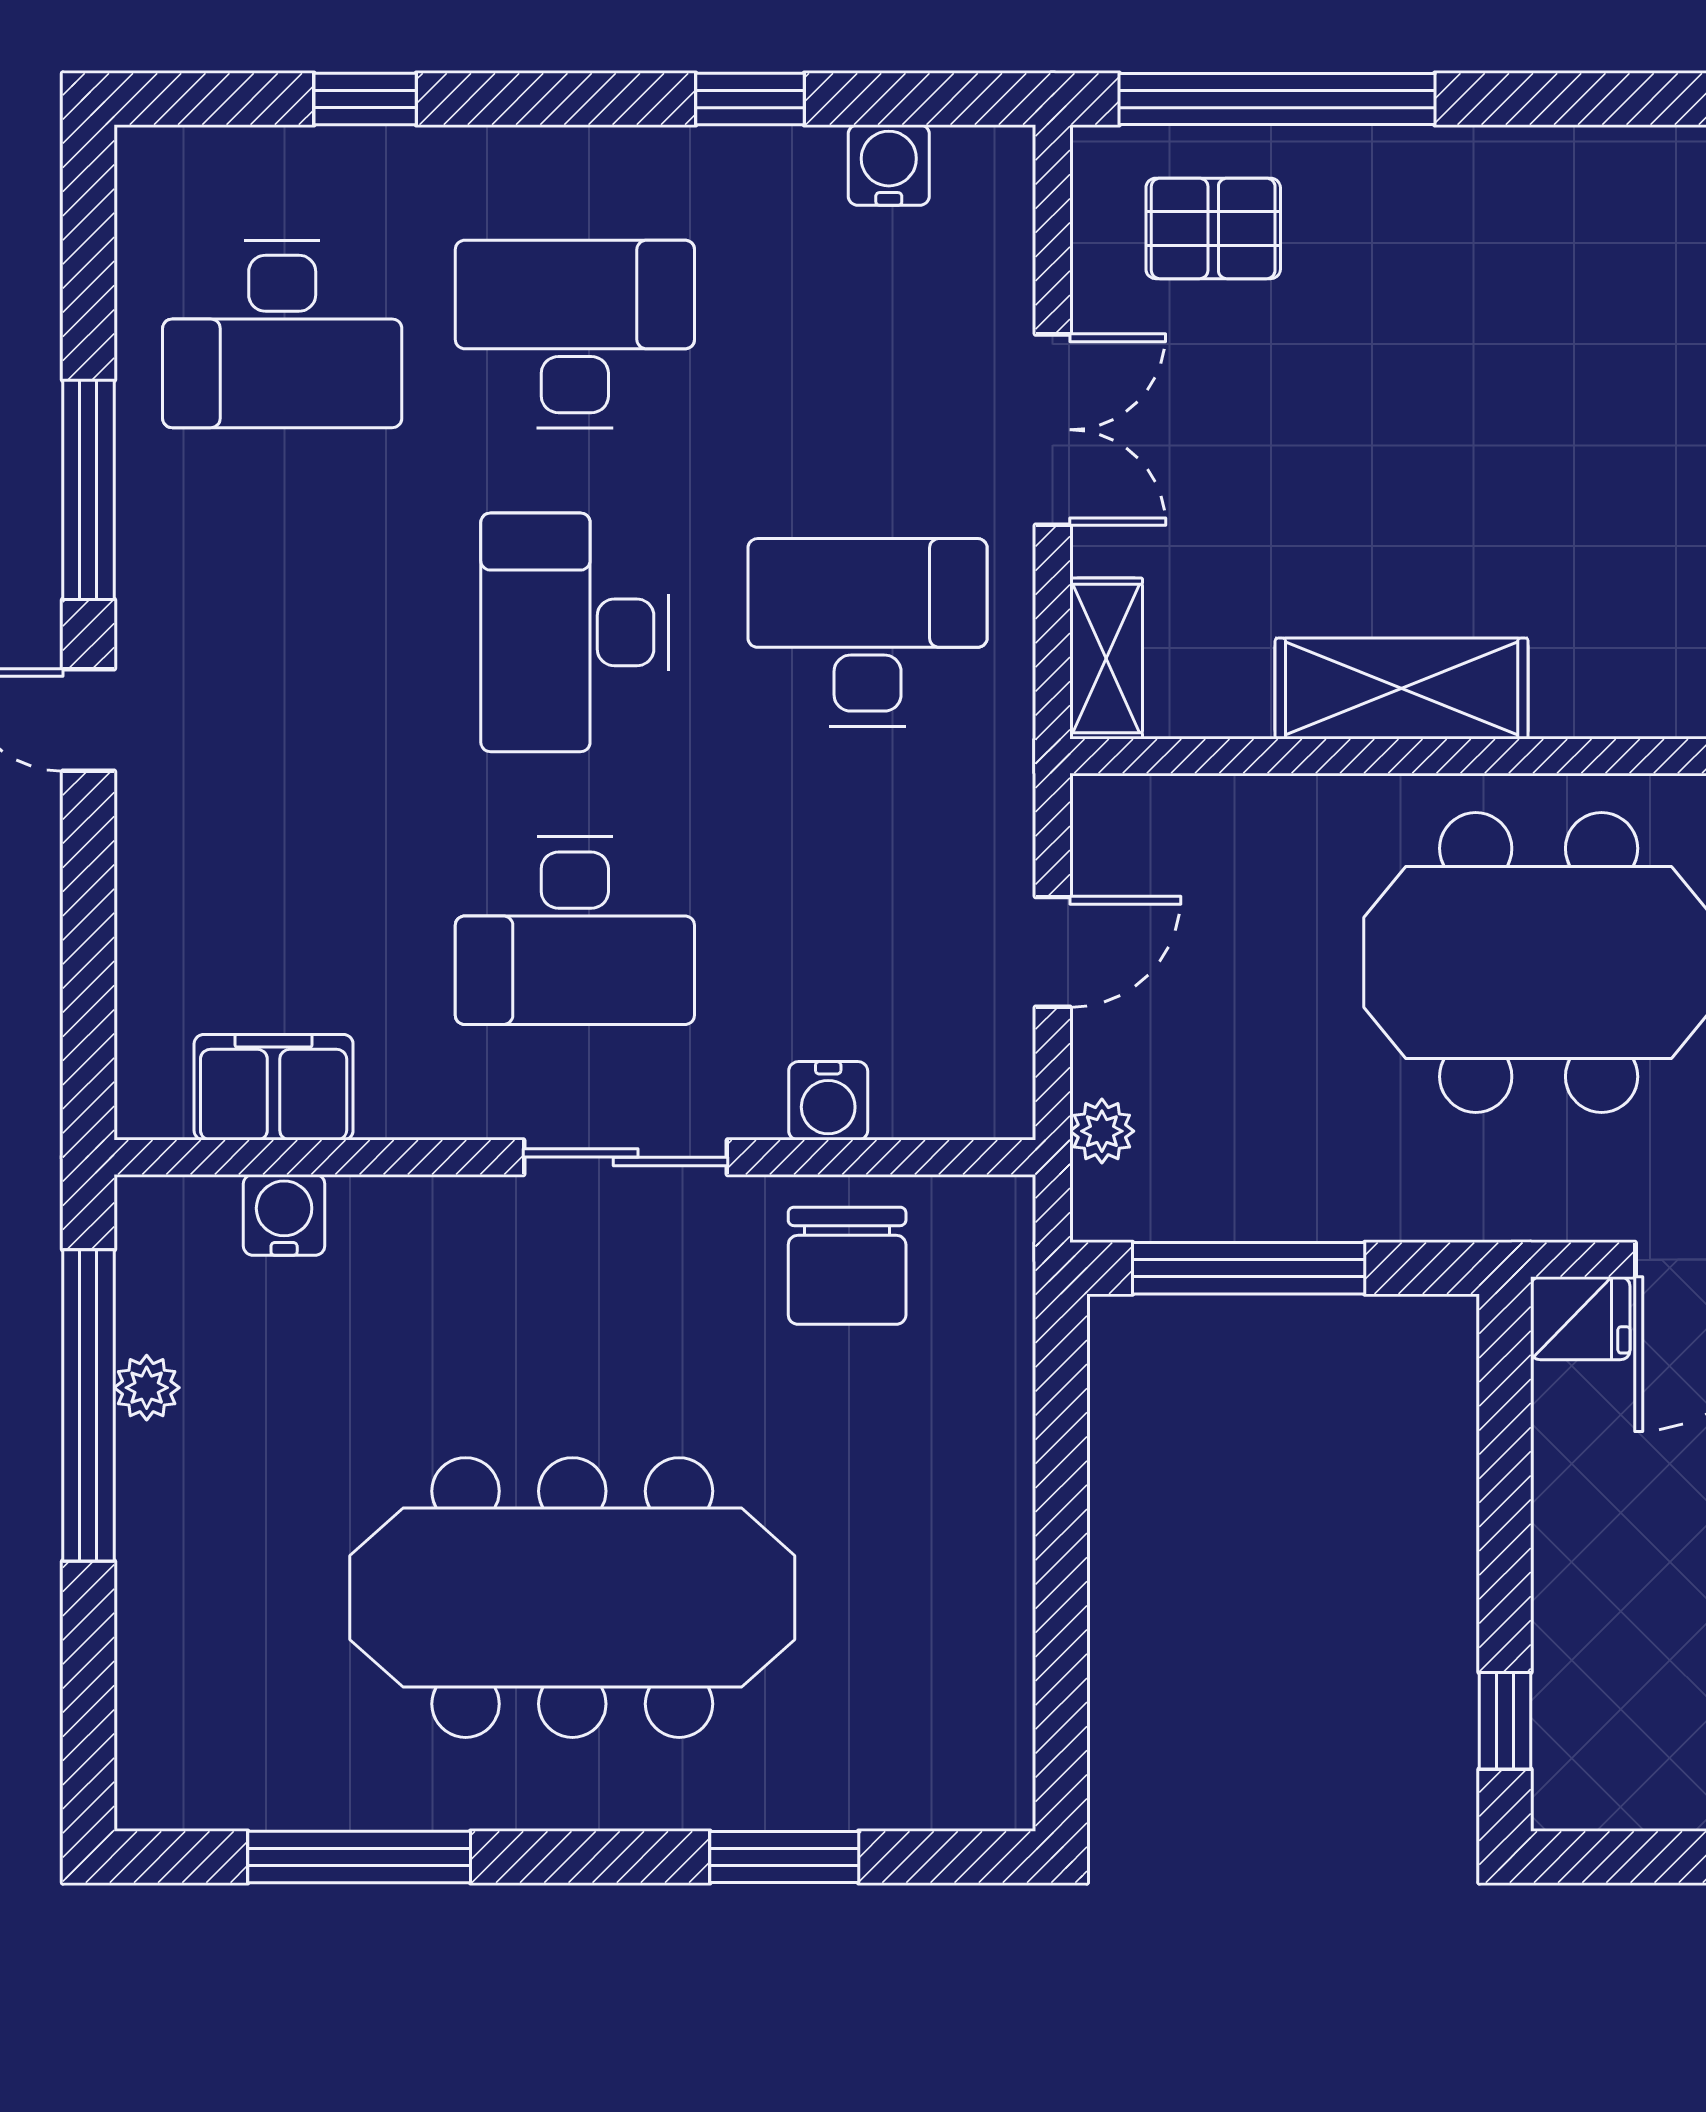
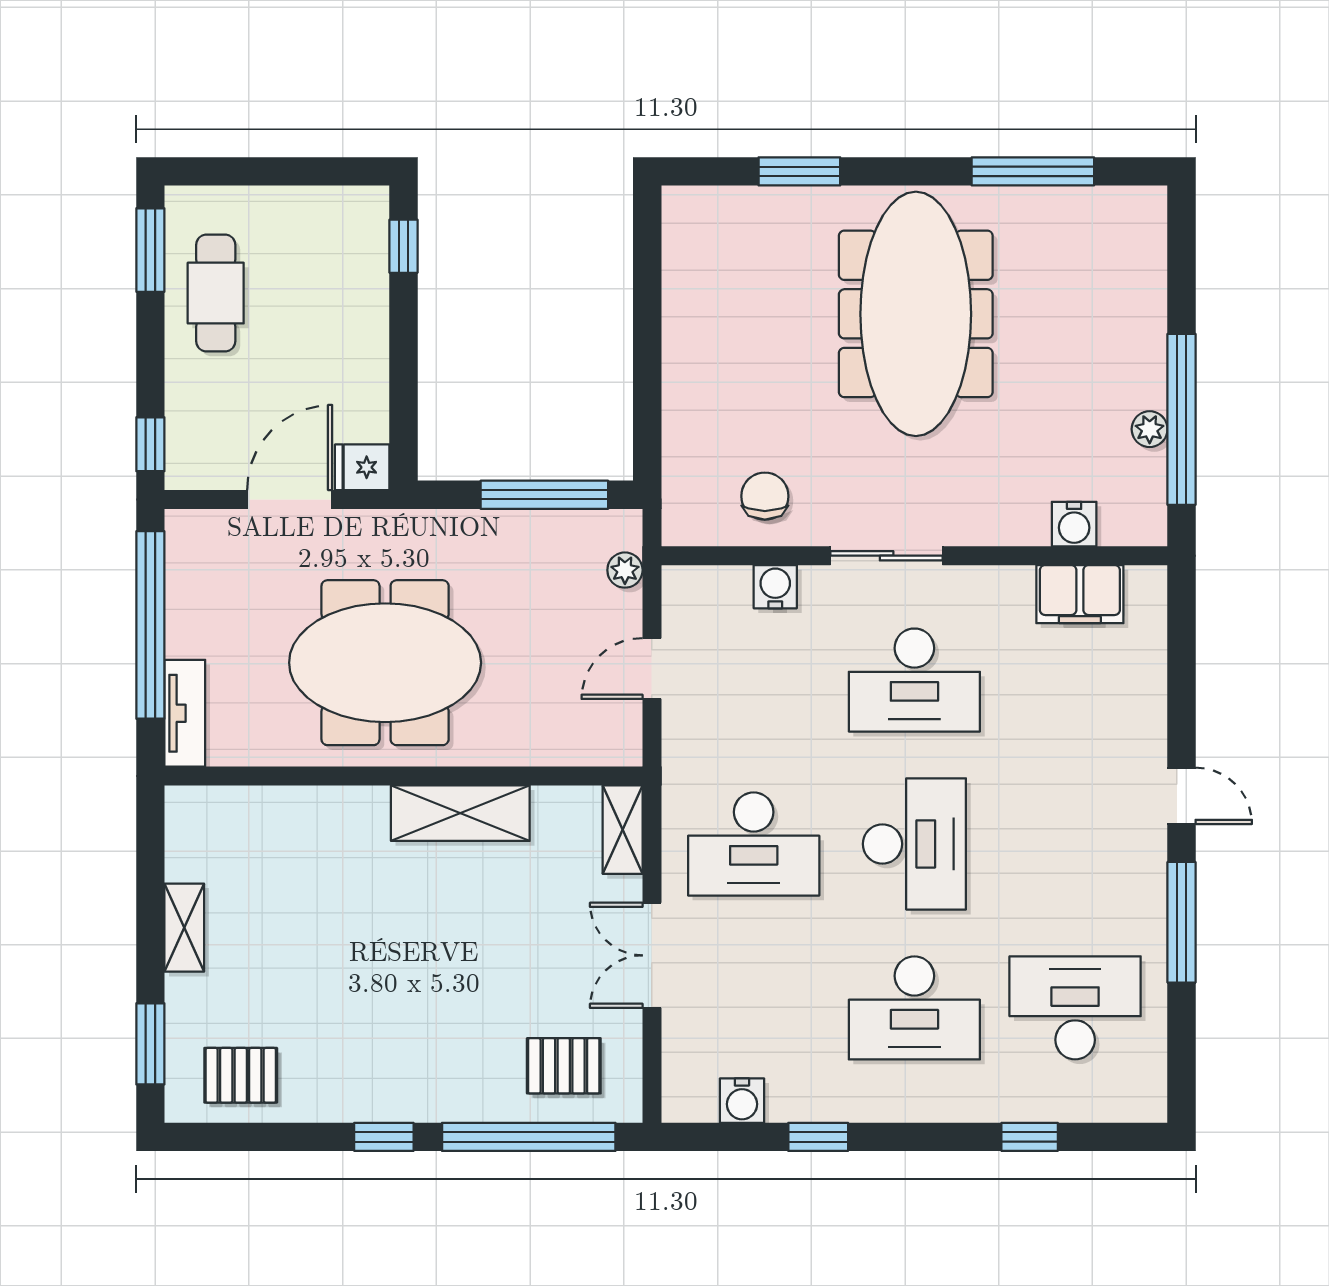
window: (1541, 99) -> (384, 1137), added
desk: (575, 931) -> (914, 680), turned 180
chair: (847, 1266) -> (765, 496), width x0.73, depth x0.73
meeting table: (572, 1598) -> (916, 314), turned 90

